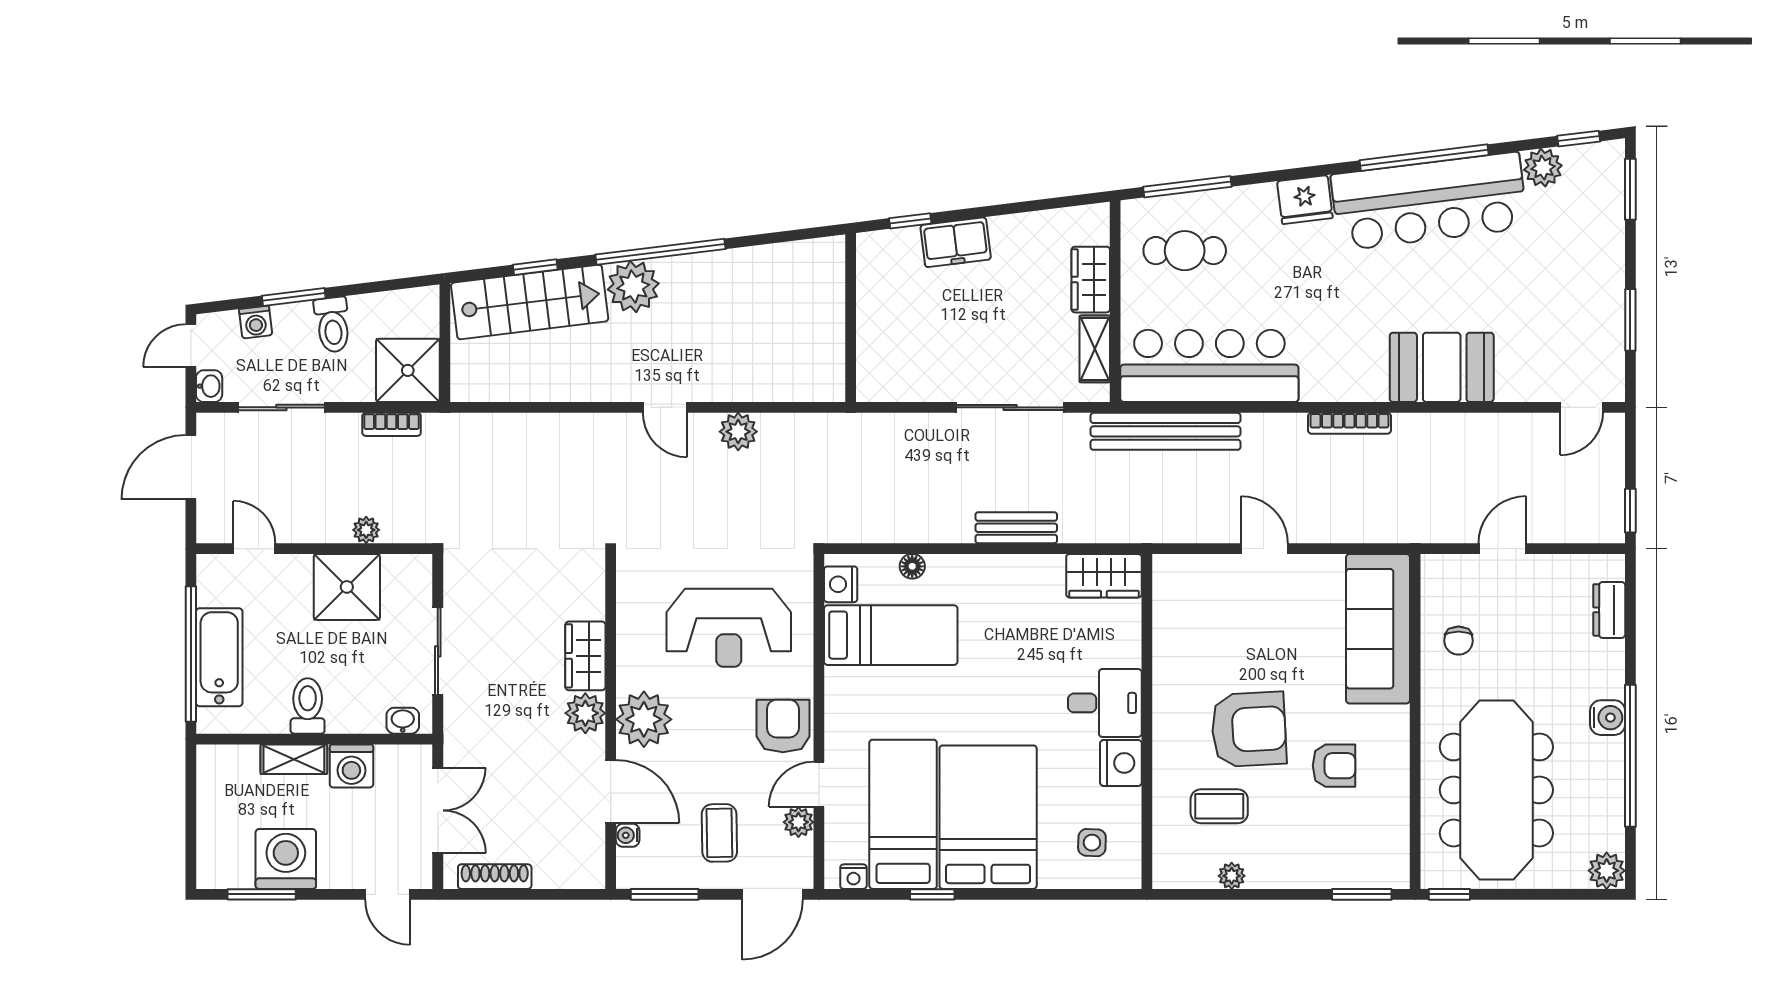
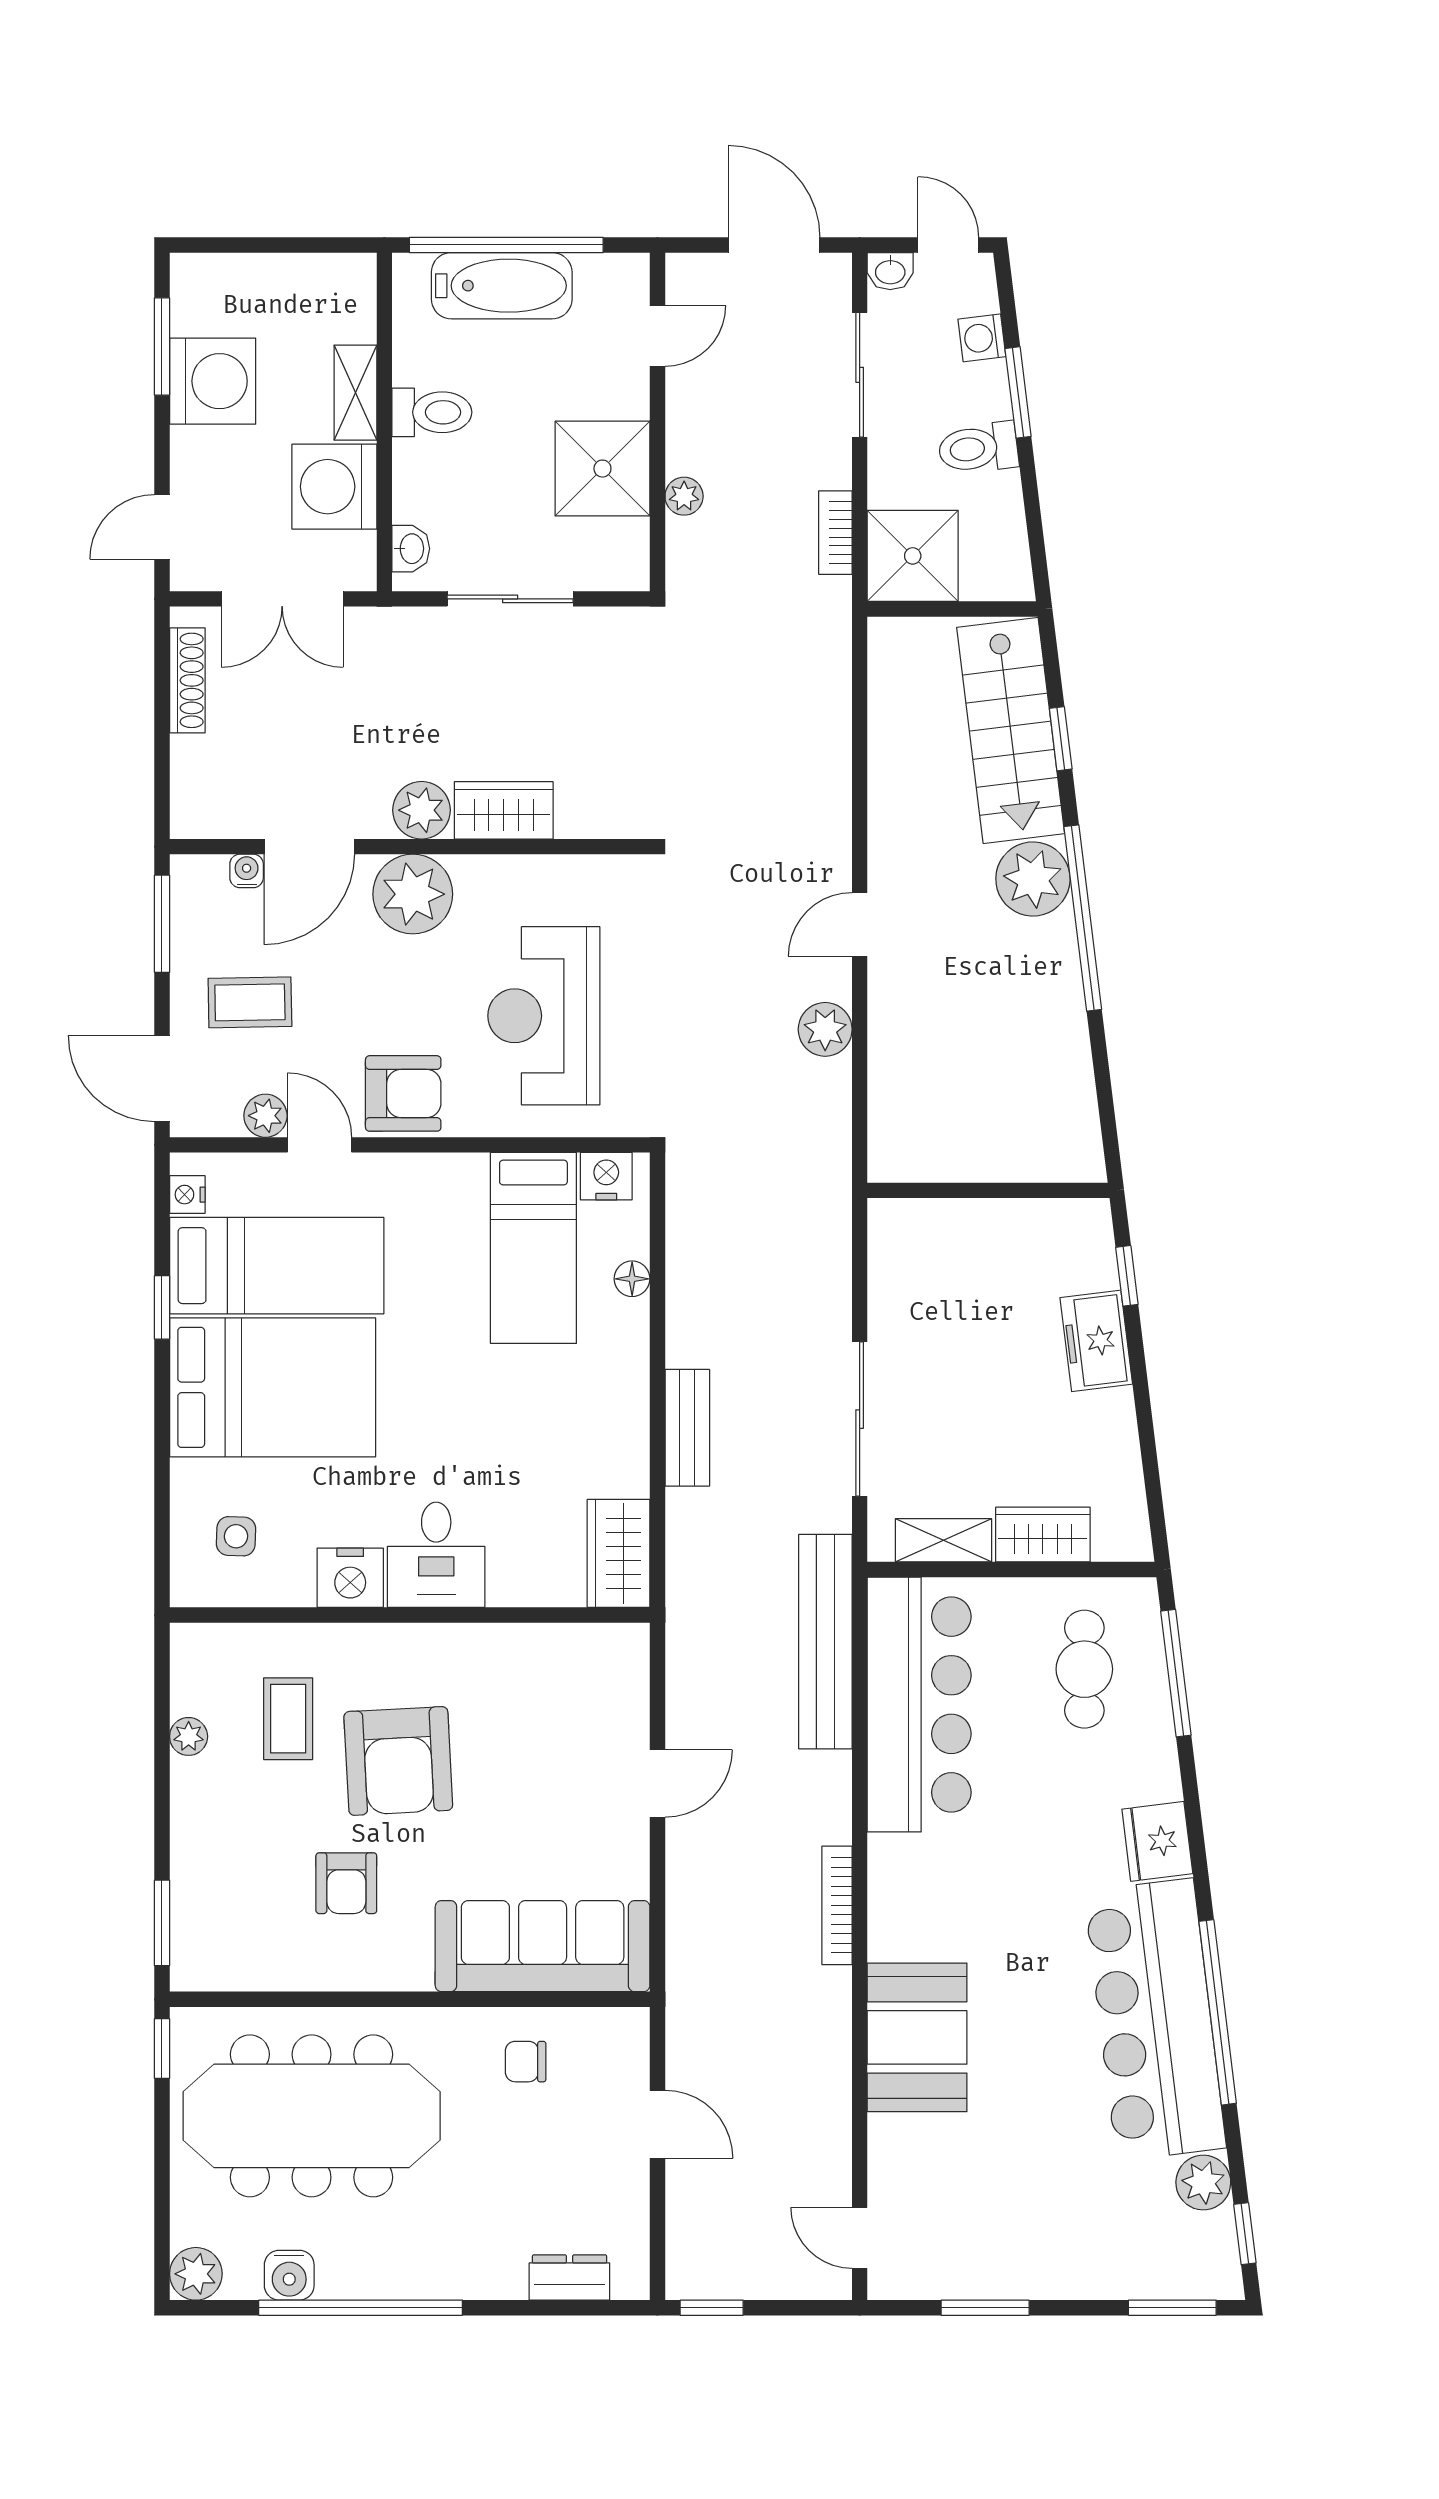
water cooler: (1608, 718) -> (289, 2275), moved
washing machine: (351, 766) -> (334, 487), width x1.37, depth x1.37

